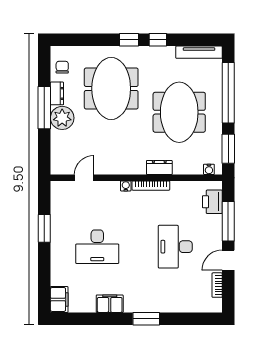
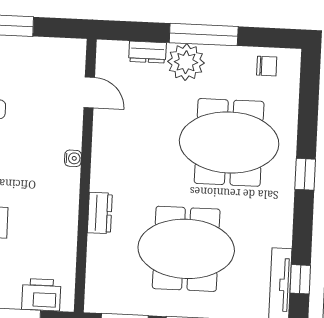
window: (158, 40) -> (300, 279), moved
dresser: (57, 93) -> (147, 52), moved
water cooler: (209, 169) -> (93, 292), removed
bookcase: (151, 186) -> (72, 198), removed

